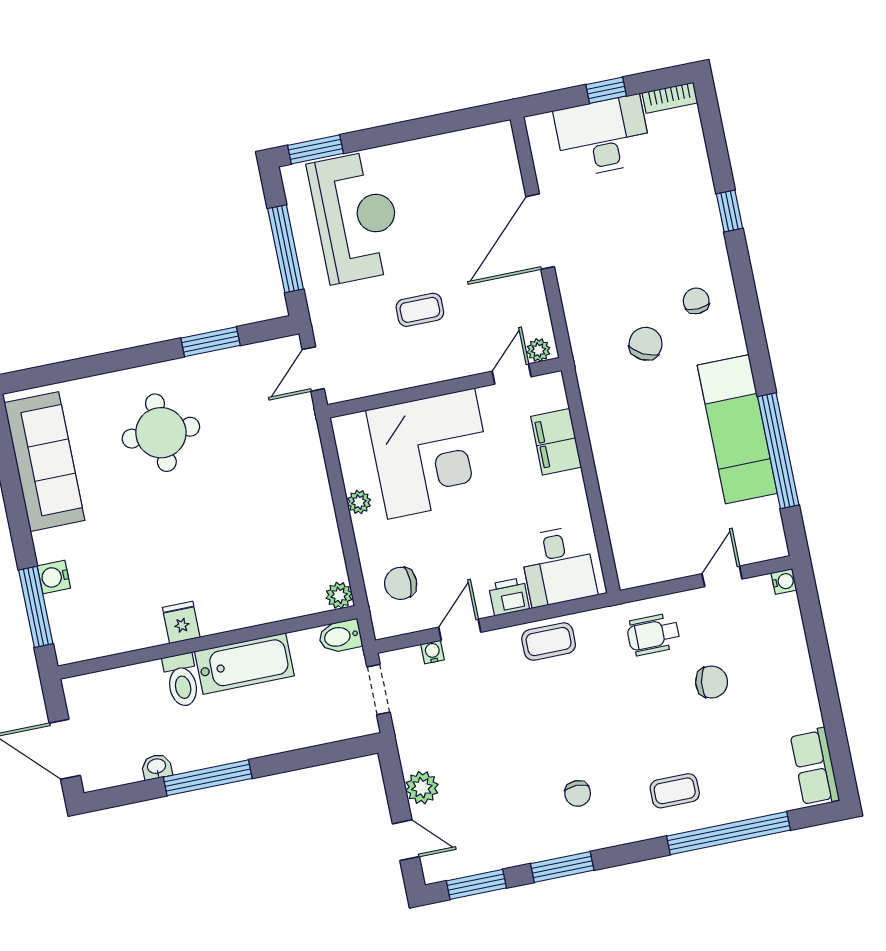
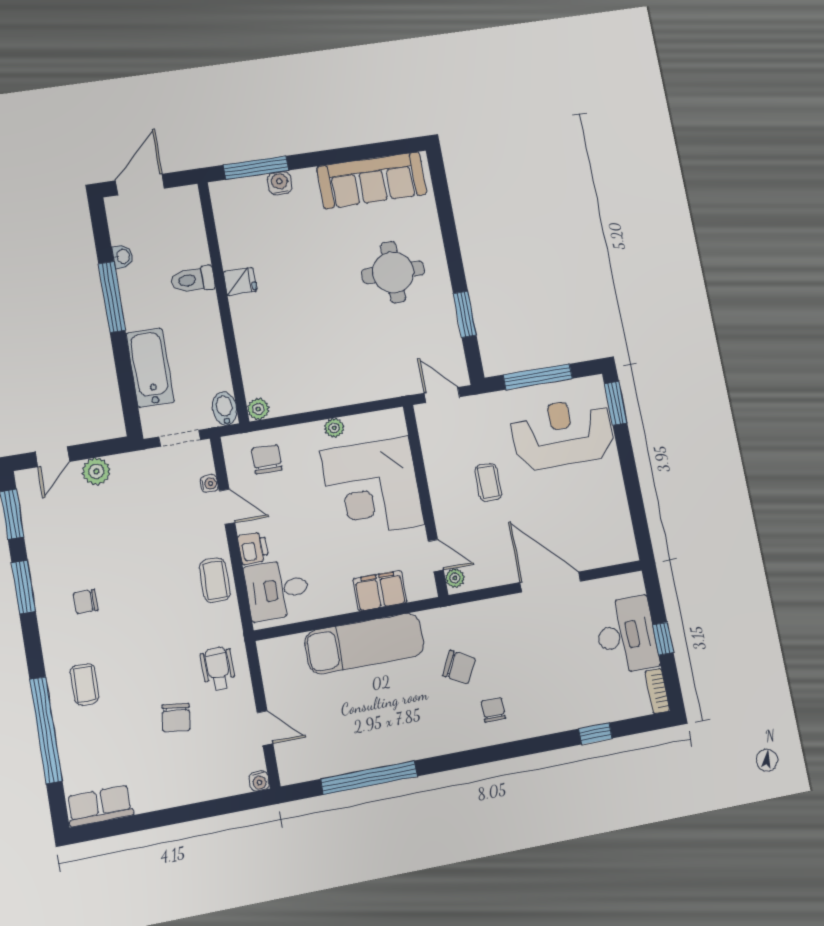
window: (729, 211) -> (595, 733), moved
reception desk: (356, 217) -> (562, 434), turned 180
chair: (696, 301) -> (493, 710), turned -88
exam couch: (737, 429) -> (365, 644), moved, turned 180
bathtub: (244, 664) -> (150, 368), moved, turned 180

